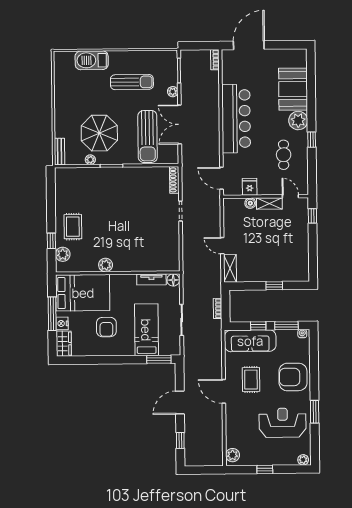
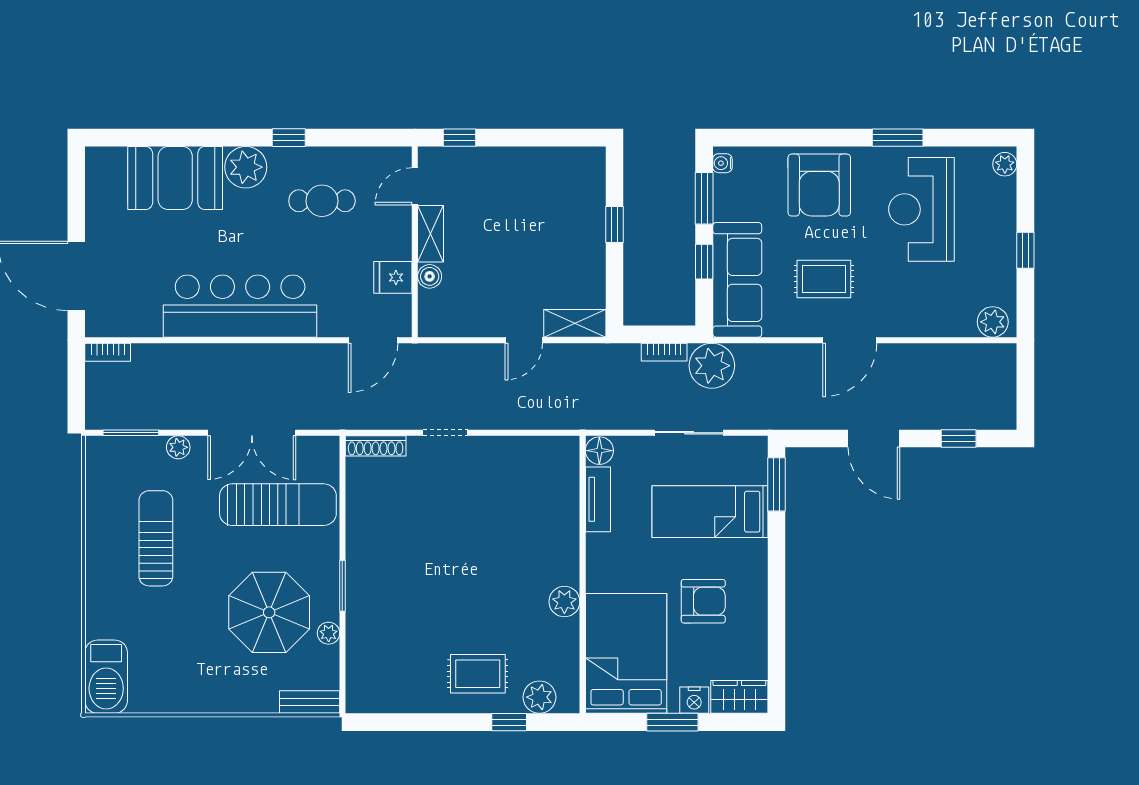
barbecue: (92, 60) -> (106, 677), moved
window: (52, 314) -> (672, 722), width x0.69
plant: (212, 330) -> (712, 366), added

